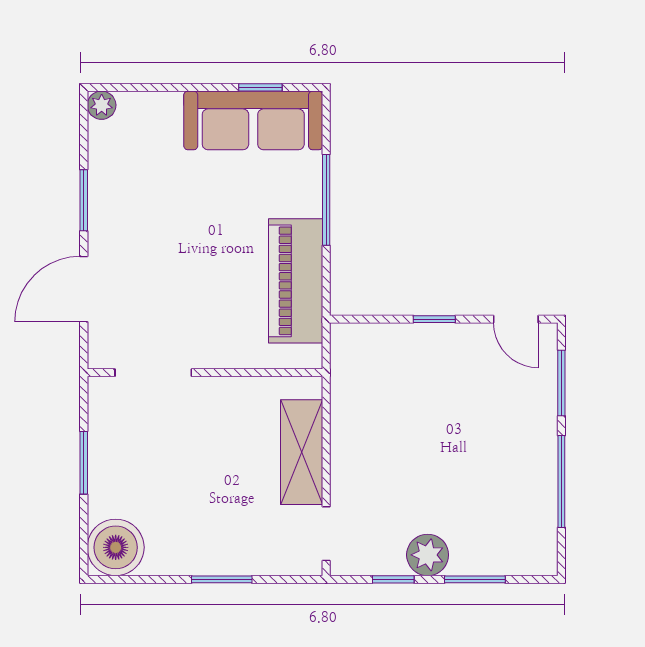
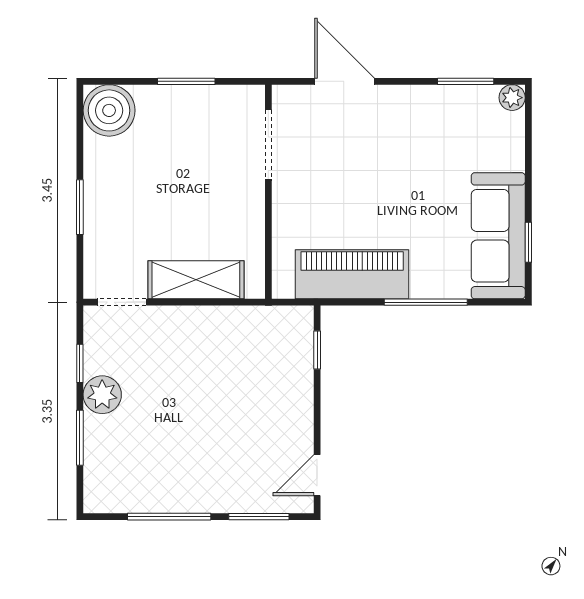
window: (84, 200) -> (466, 81), moved
window: (434, 319) -> (317, 350), moved

